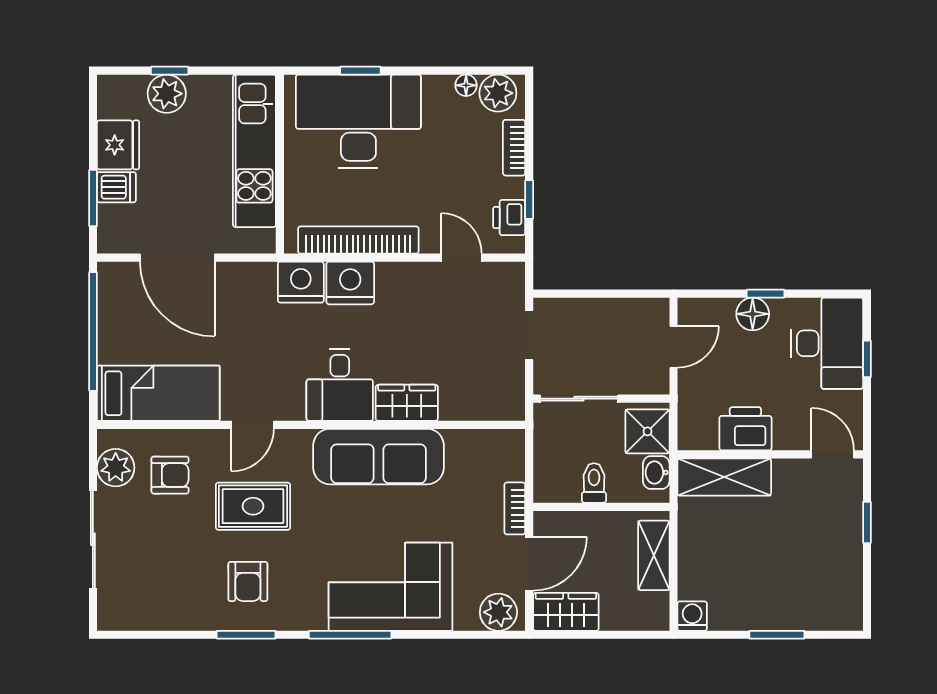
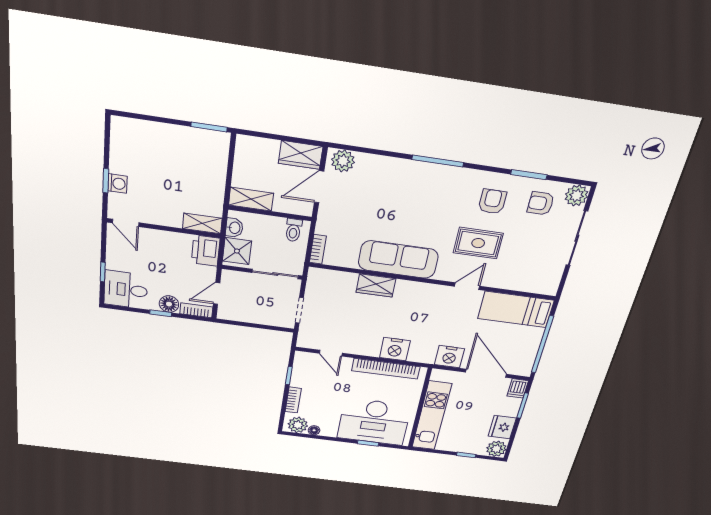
plant: (167, 94) -> (496, 449), moved
dishwasher: (116, 187) -> (518, 388), moved, turned -90
printer: (509, 218) -> (301, 369), removed
nightstand: (301, 282) -> (449, 357), moved
bookcase: (705, 309) -> (196, 310), added
desk: (827, 343) -> (126, 290), width x0.73
desk: (340, 385) -> (412, 300), removed
printer: (745, 429) -> (206, 251), moved, turned 90
plant: (116, 468) -> (577, 196), moved
armchair: (170, 475) -> (541, 203), moved
shelving: (724, 477) -> (202, 223), width x0.67, depth x0.75
toilet: (594, 483) -> (293, 230), moved
bookcase: (515, 508) -> (318, 249), moved
shelving: (654, 555) -> (251, 199), moved, turned 90
corner sofa: (390, 587) -> (407, 186), removed
washing machine: (692, 616) -> (117, 184), moved, turned -90
window: (246, 635) -> (529, 175), moved
window: (777, 635) -> (209, 127), moved

